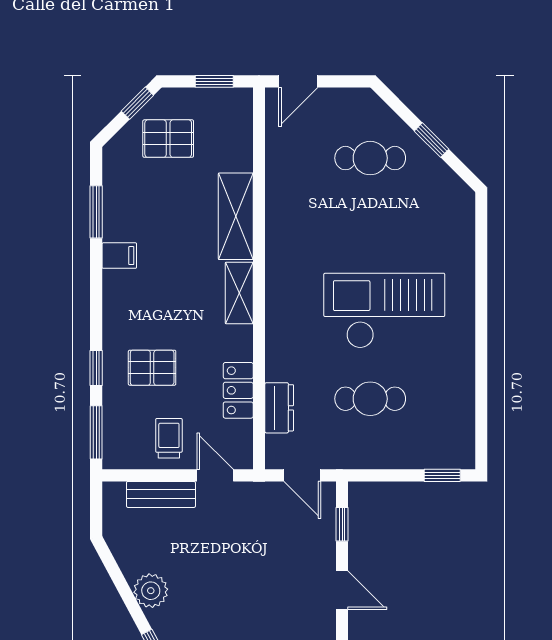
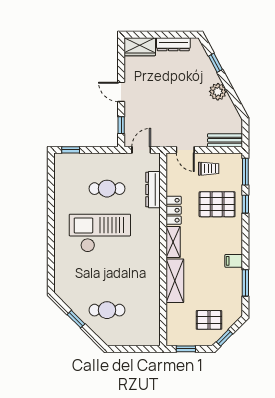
door: (298, 81) -> (143, 349), removed
checkout: (384, 311) -> (100, 233), turned 180
pallet: (152, 368) -> (217, 204), width x1.50, depth x1.42
locker: (238, 390) -> (174, 210), moved
dresser: (279, 408) -> (153, 190), width x1.44
trolley: (169, 438) -> (209, 169), turned -90
door: (302, 475) -> (141, 150), hinge flipped
bench: (161, 494) -> (225, 140), moved

